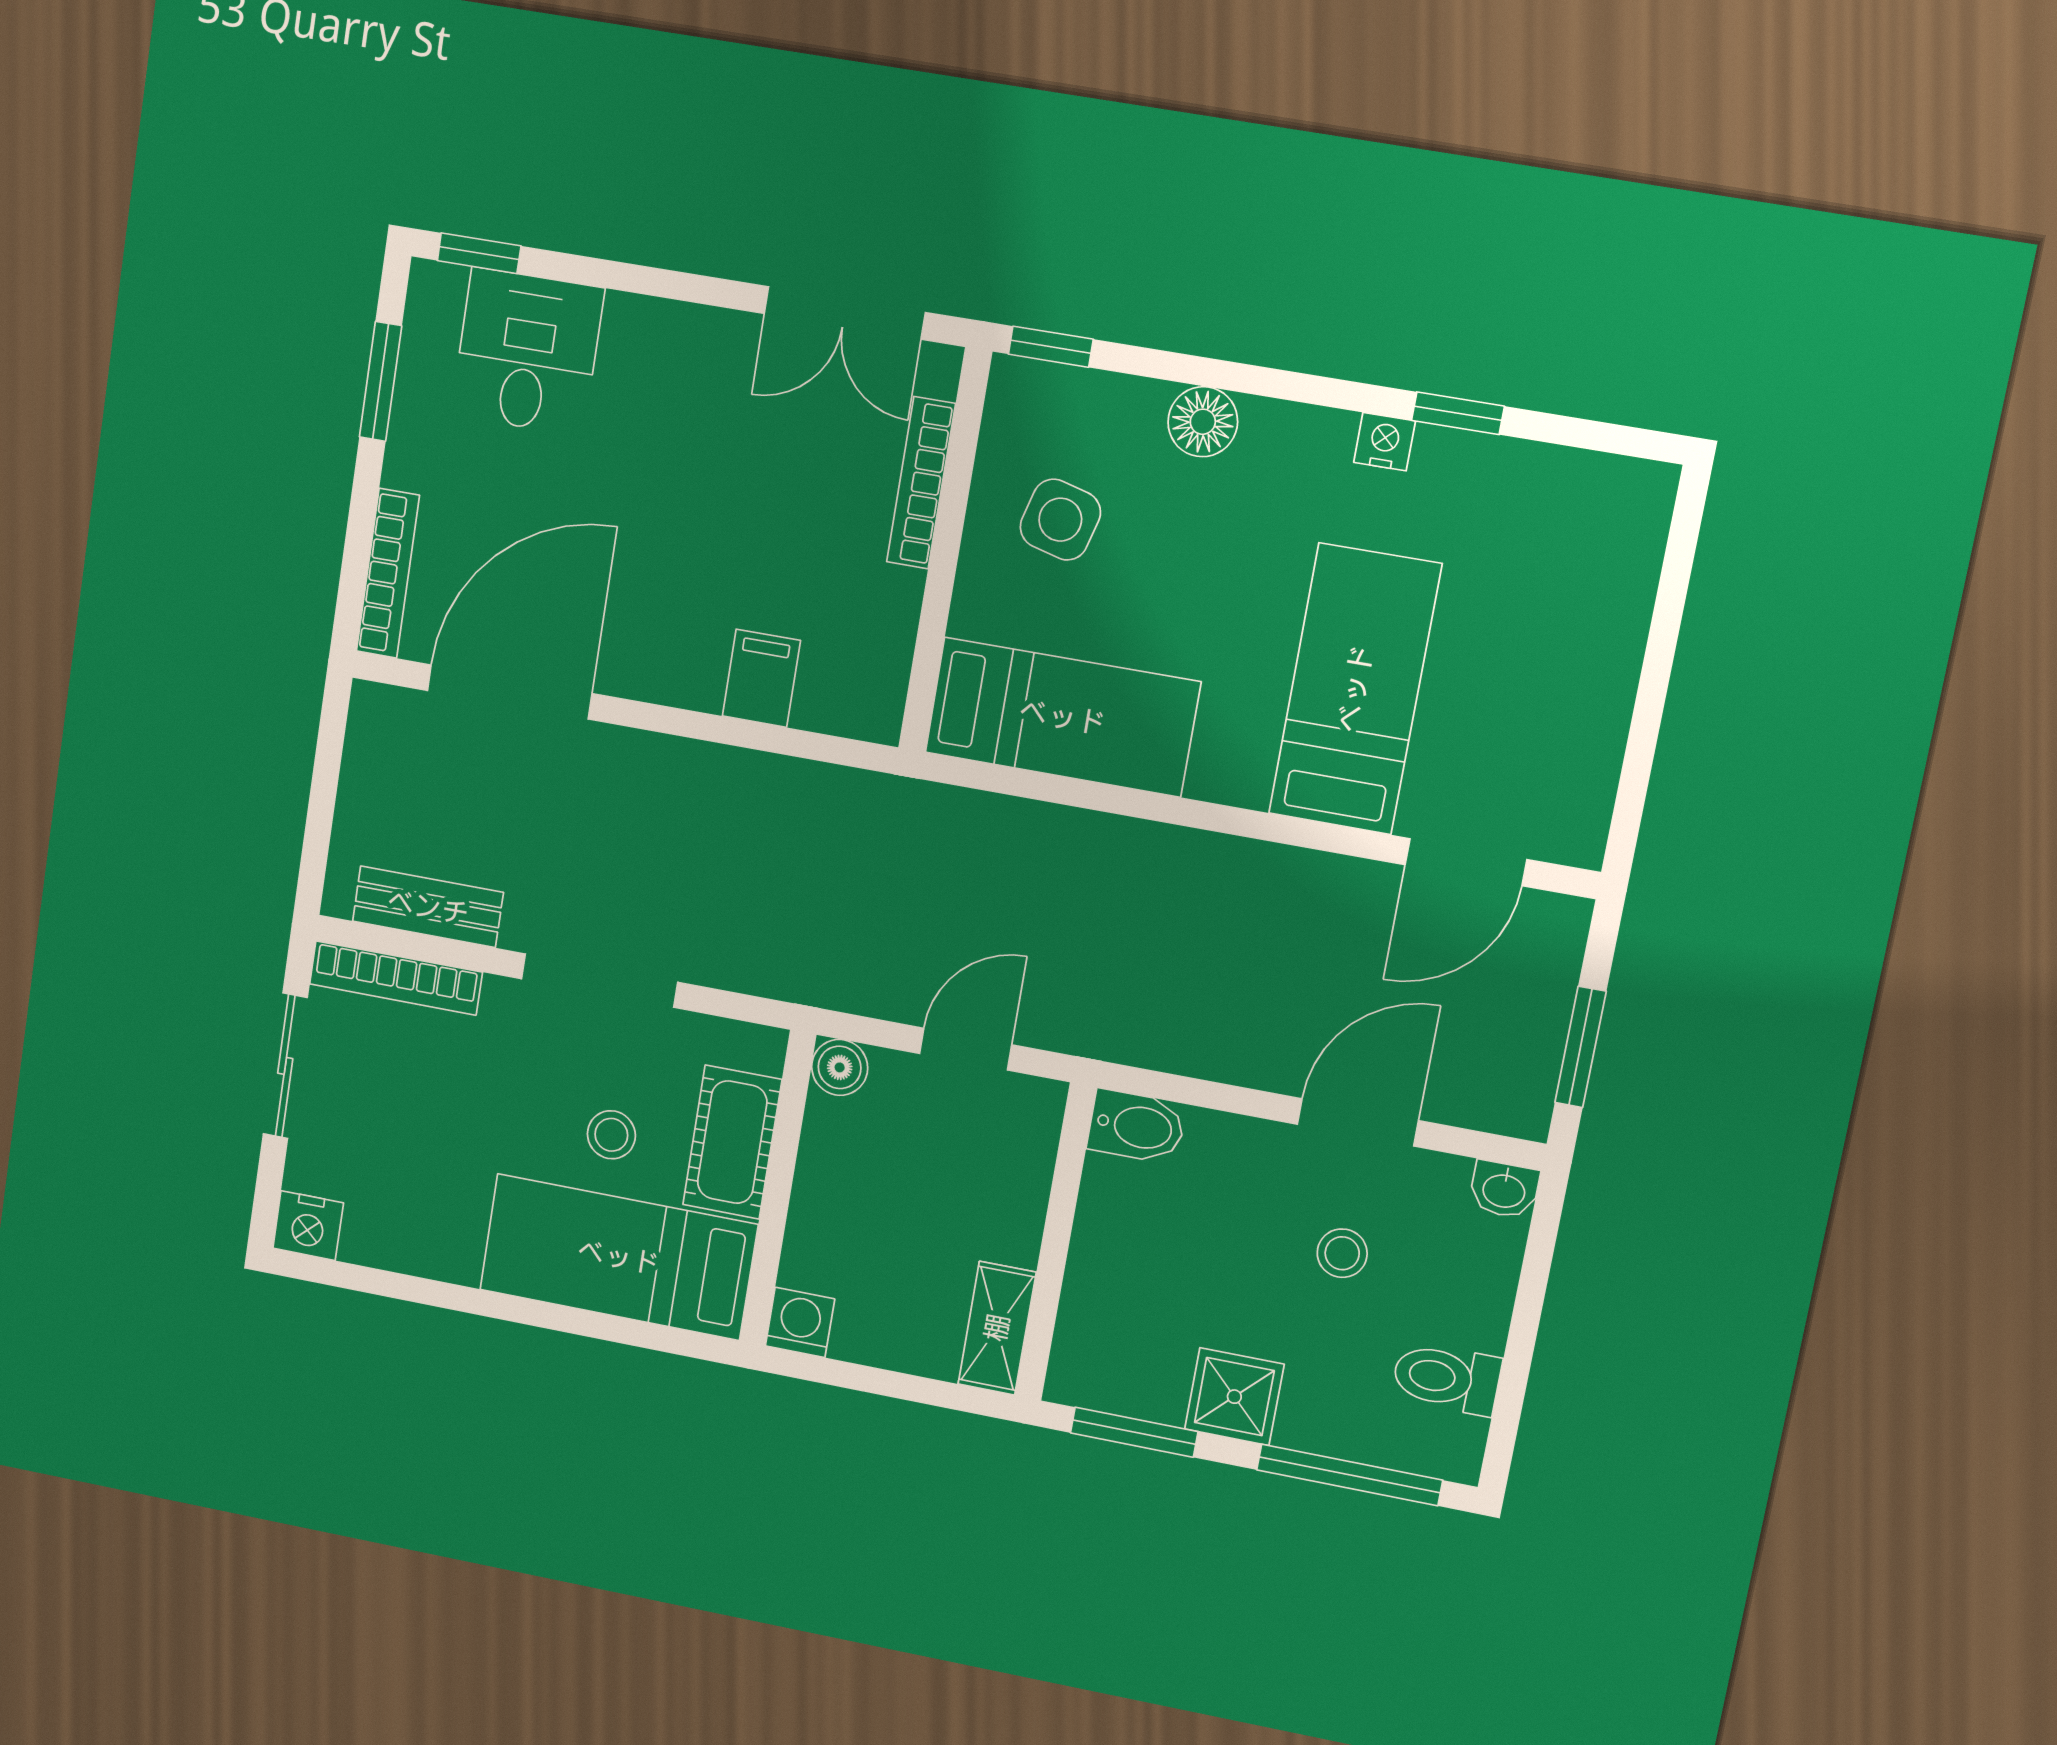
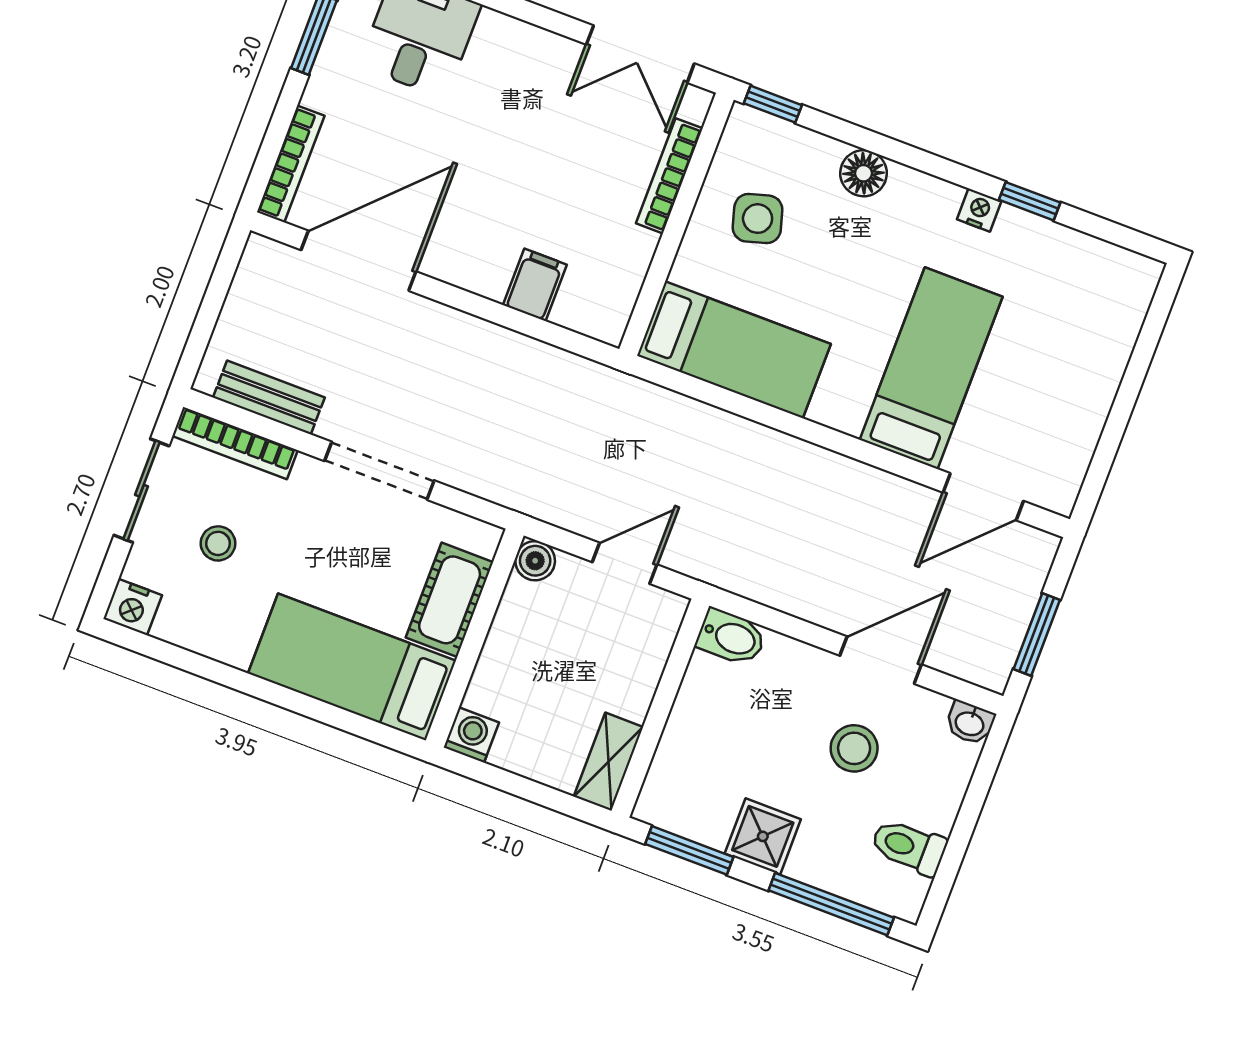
side table: (1060, 520) -> (758, 219), turned -31
stool: (611, 1135) -> (218, 543), moved
stool: (1342, 1253) -> (854, 748), width x1.37, depth x1.37

